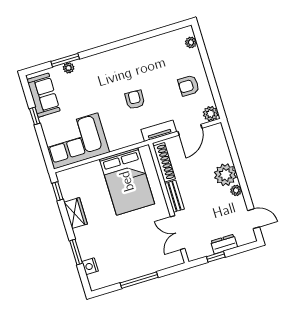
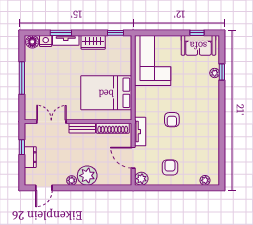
window: (65, 60) -> (222, 72), width x0.67
armchair: (135, 100) -> (172, 120), turned 87
window: (35, 116) -> (197, 33), moved
tv unit: (83, 244) -> (66, 40), added
floor lamp: (95, 281) -> (32, 42), added

